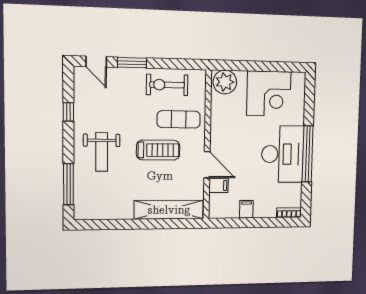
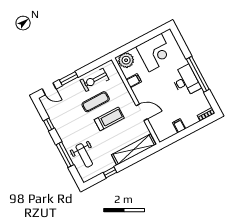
exercise mat: (179, 119) -> (96, 102), moved
weight bench: (102, 152) -> (84, 155), moved
desk: (283, 154) -> (186, 81), width x0.73, depth x0.77
window: (68, 184) -> (65, 155), moved
filing cabinet: (218, 185) -> (134, 81), moved
window: (119, 224) -> (110, 172), added

